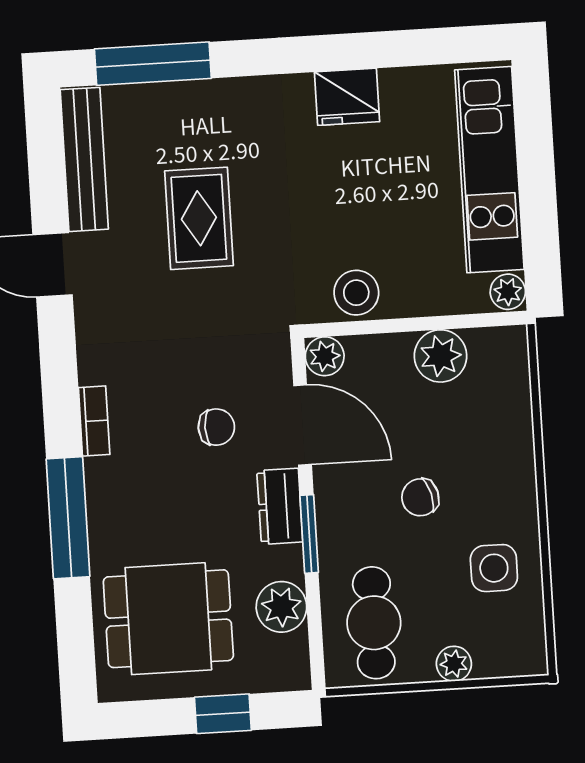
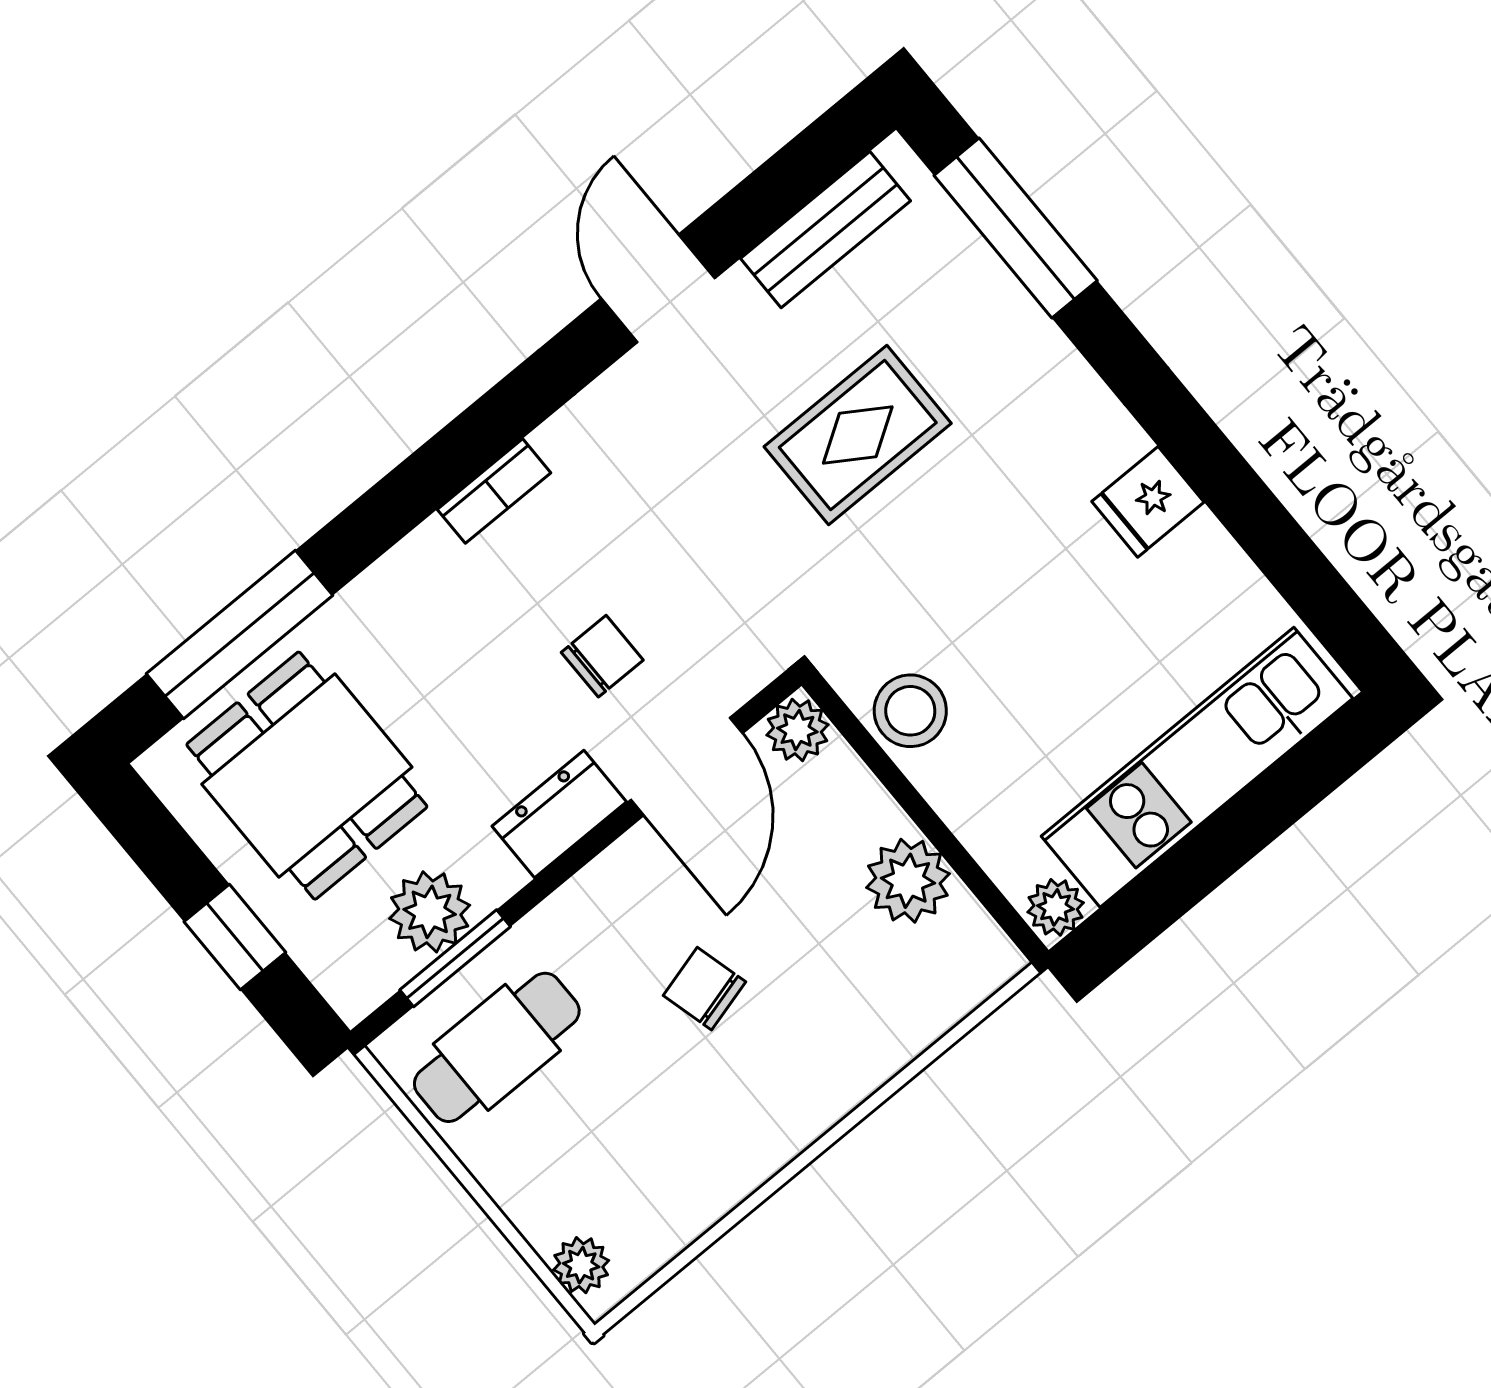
fridge: (347, 97) -> (1148, 502), width x0.72
bench: (84, 159) -> (826, 230), width x0.73
chair: (216, 427) -> (602, 656), turned -90
window: (68, 518) -> (240, 635), moved
window: (309, 534) -> (455, 958), moved
side table: (494, 568) -> (682, 1152), removed
plant: (454, 664) -> (581, 1265), moved

